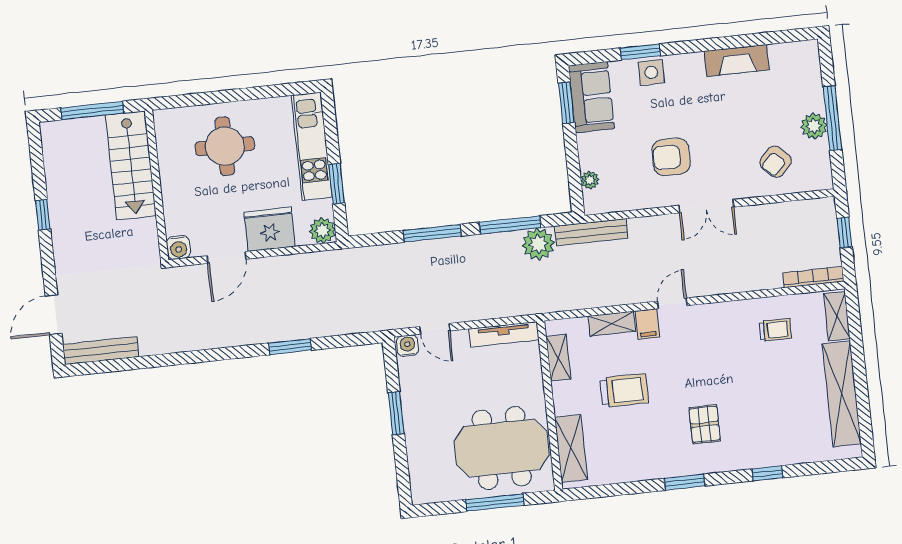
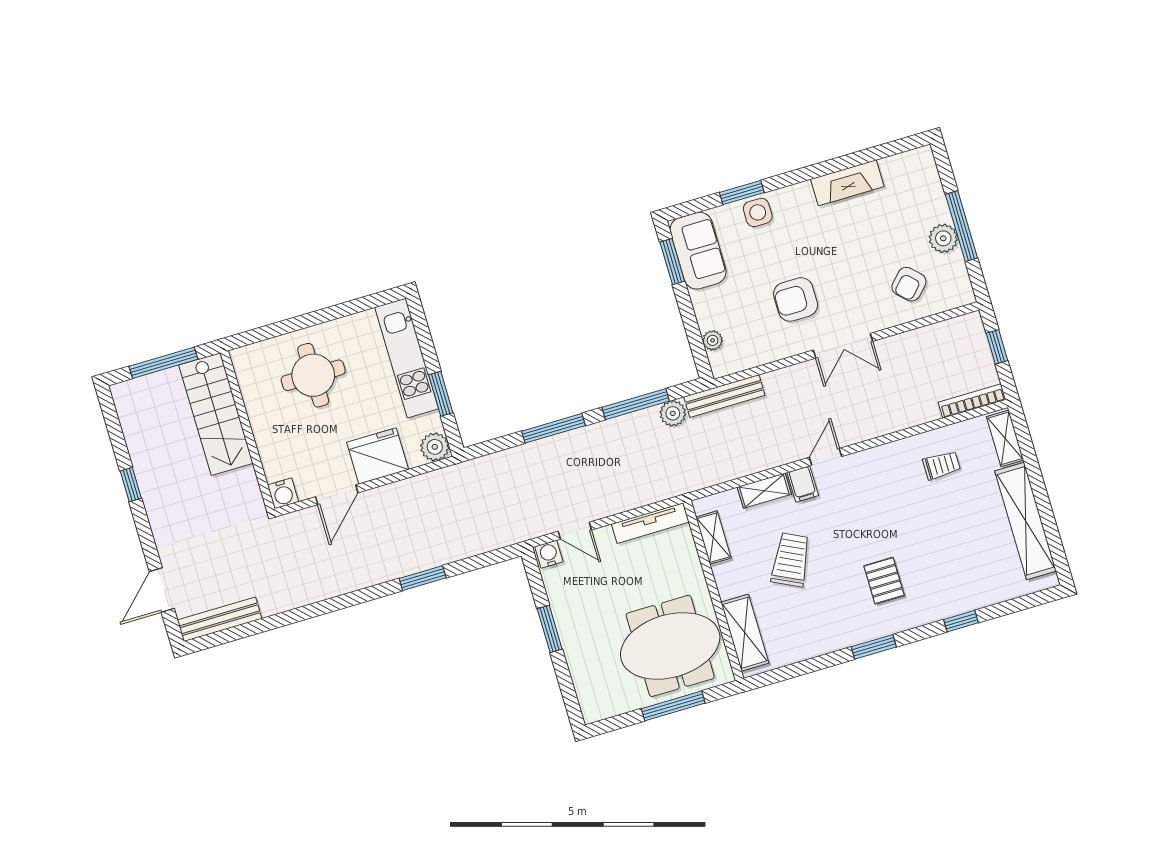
plant: (538, 244) -> (673, 413), width x0.73, depth x0.73
trolley: (624, 390) -> (791, 560), turned -64

